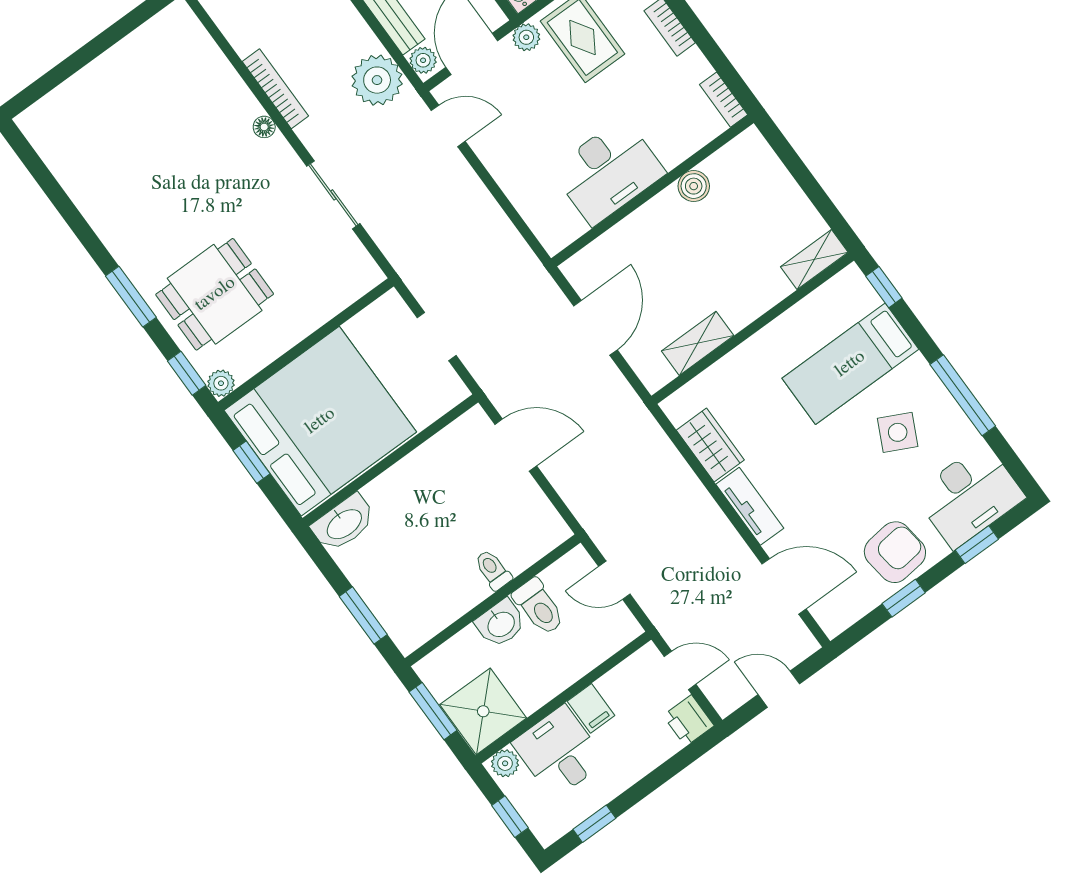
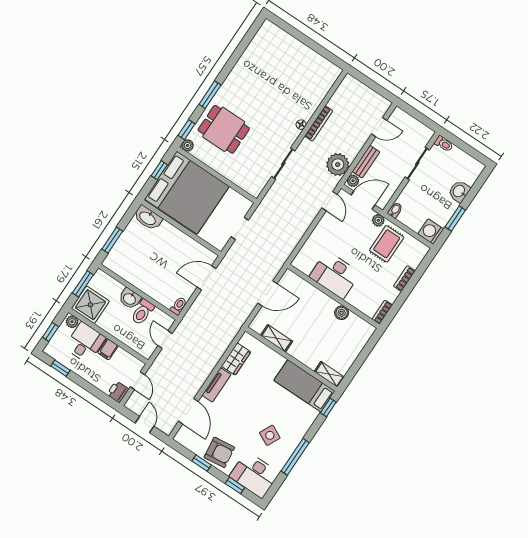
bed: (850, 364) -> (304, 386), moved
door: (516, 445) -> (207, 278), swing flipped
toilet: (493, 570) -> (179, 306), moved

